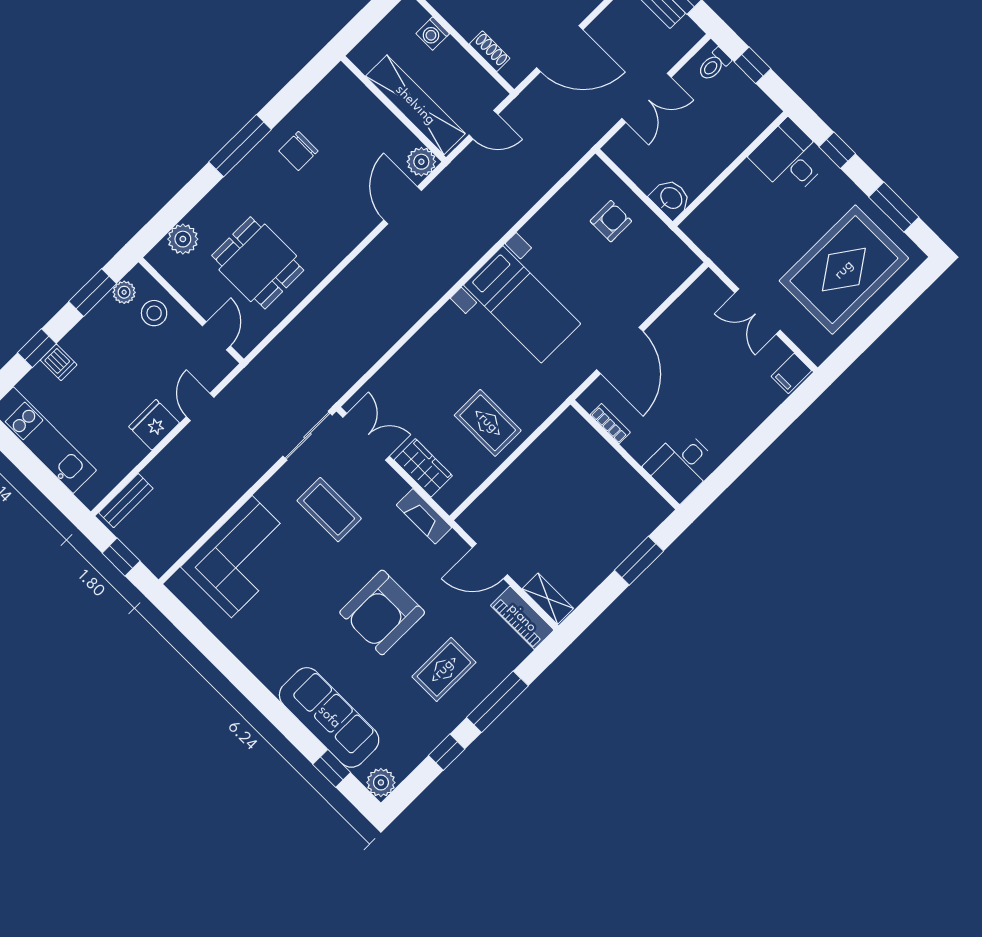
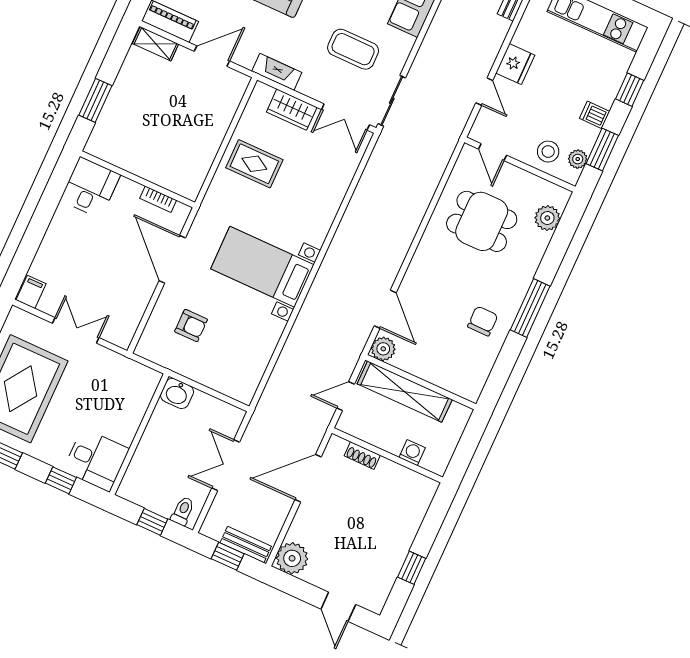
armchair: (611, 221) -> (191, 325), moved, turned -90
dishwasher: (59, 362) -> (595, 115), moved

